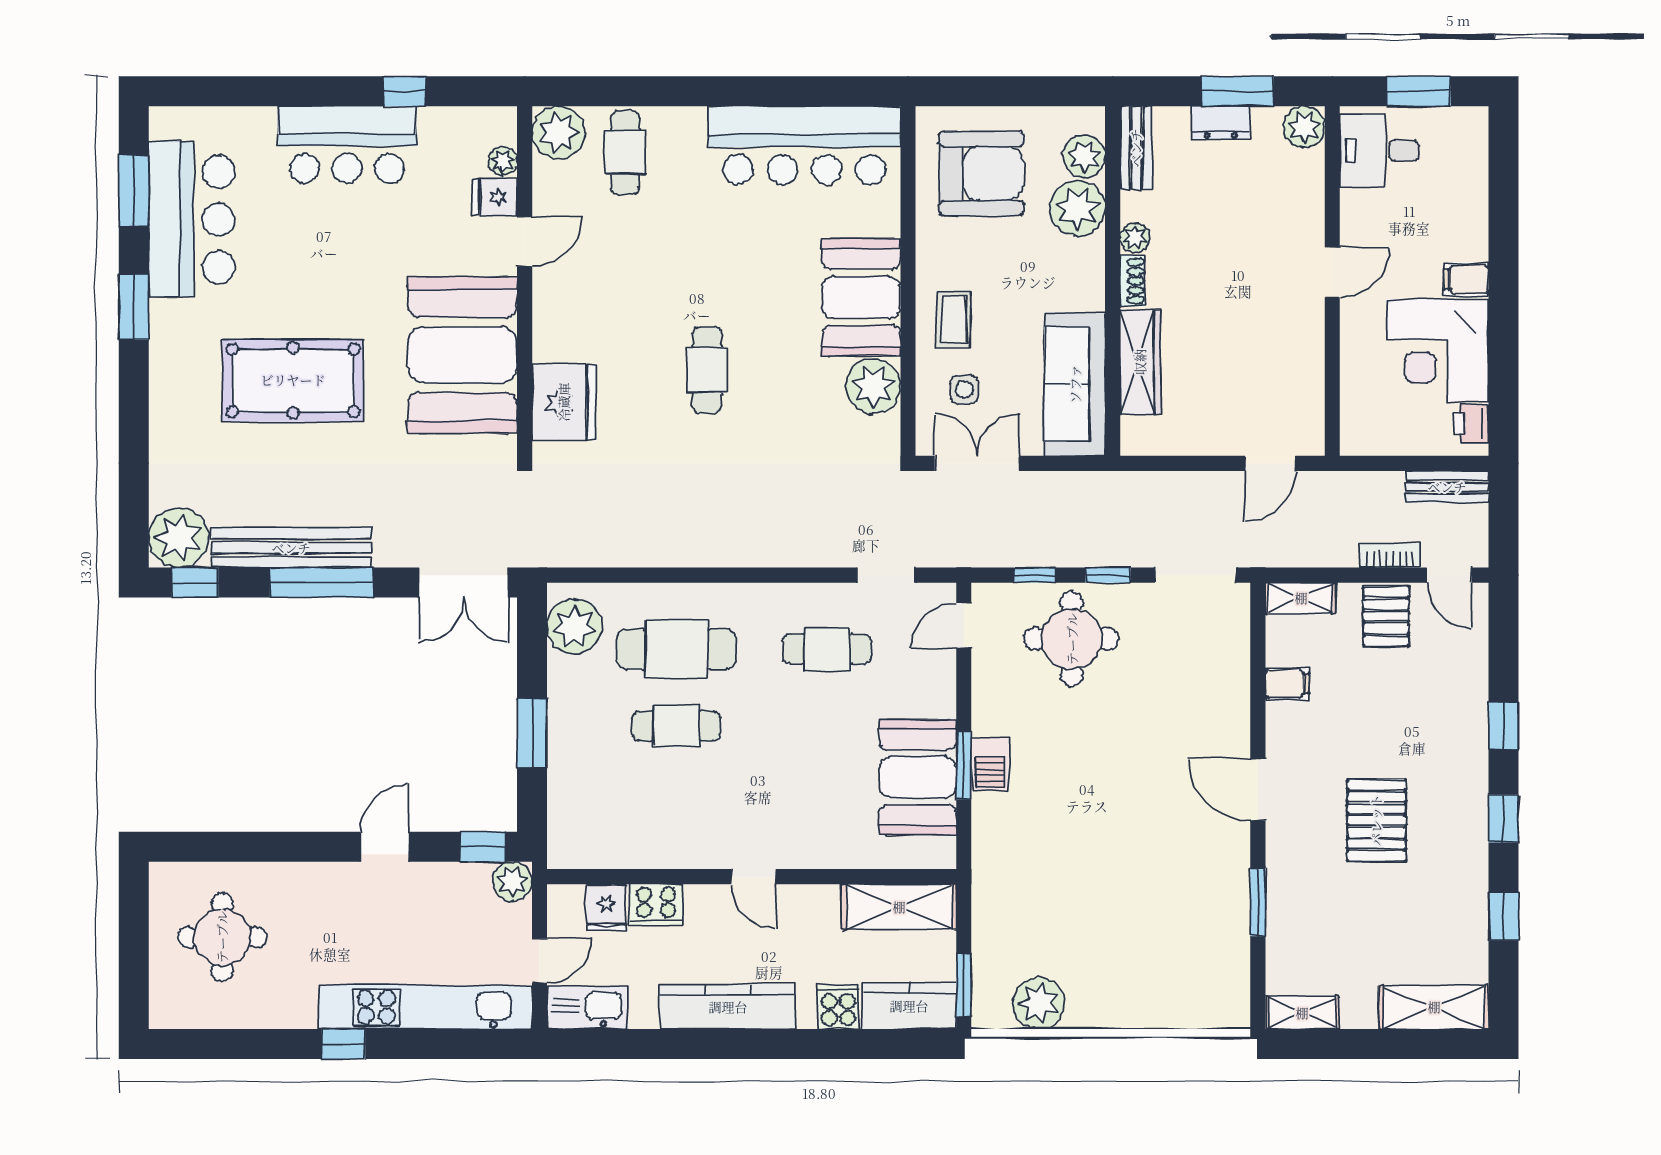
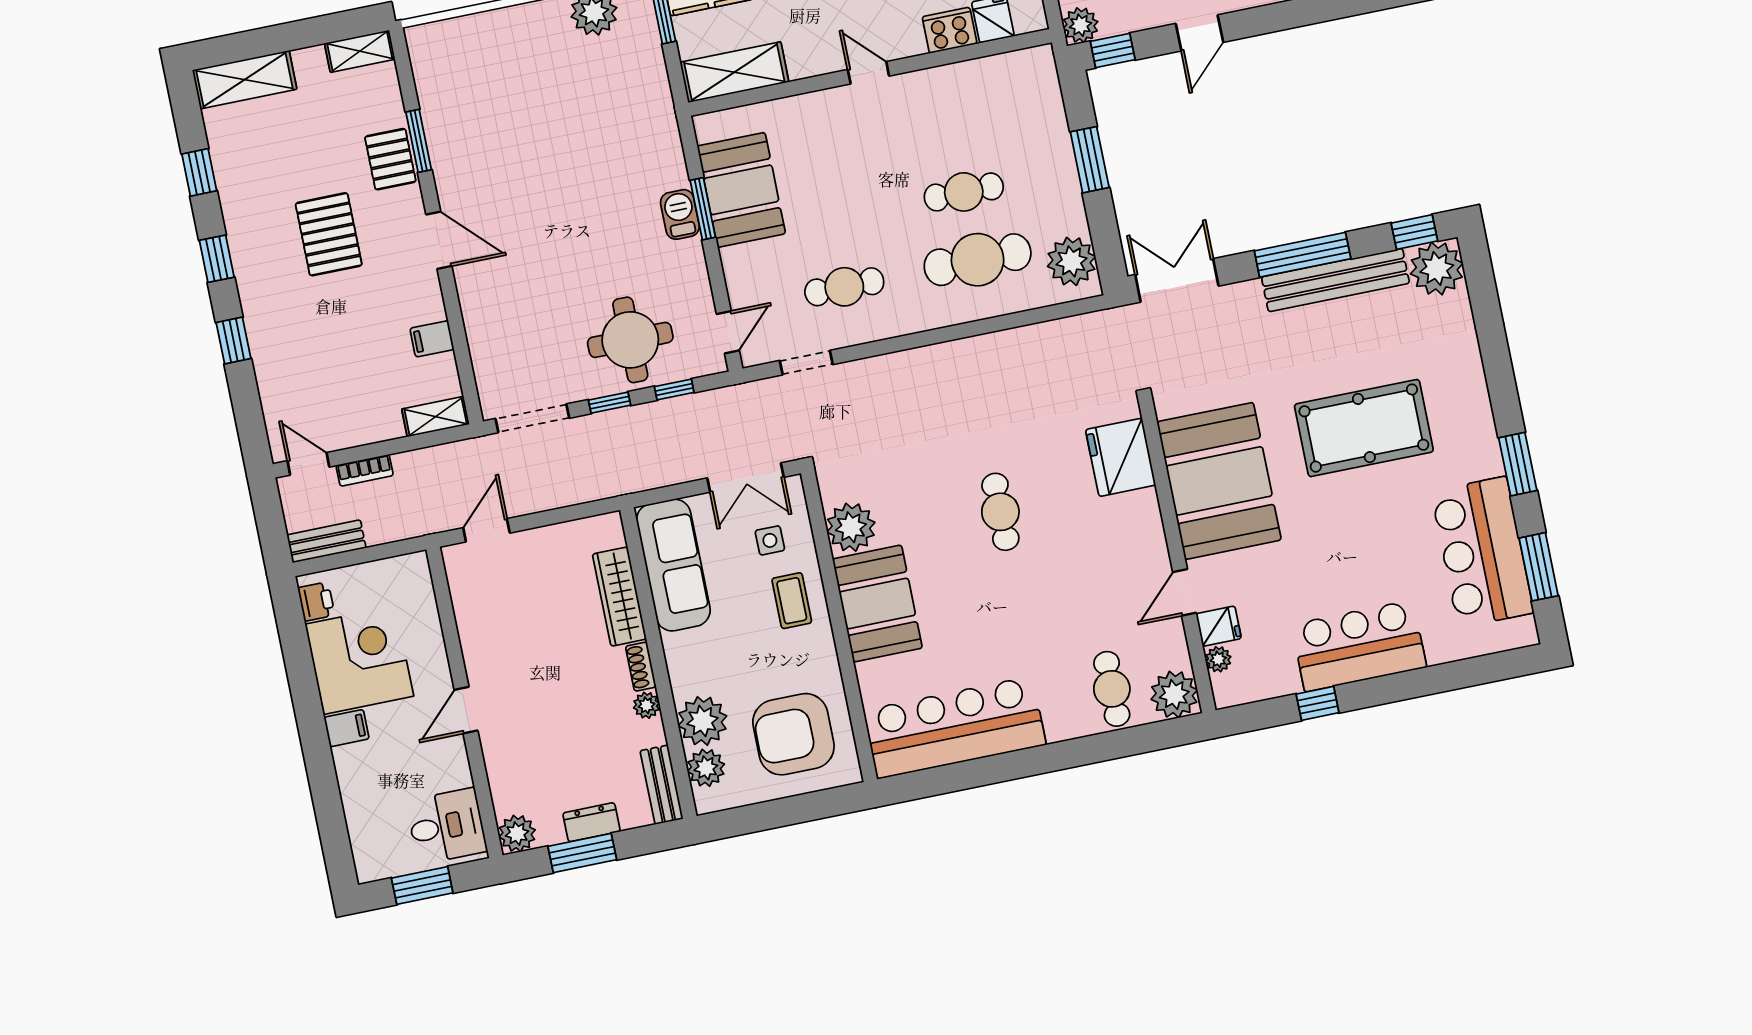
pallet: (1386, 616) -> (390, 159), moved

